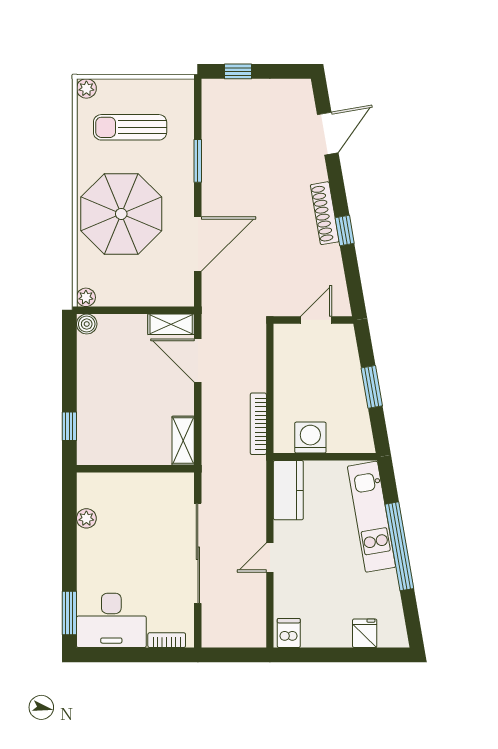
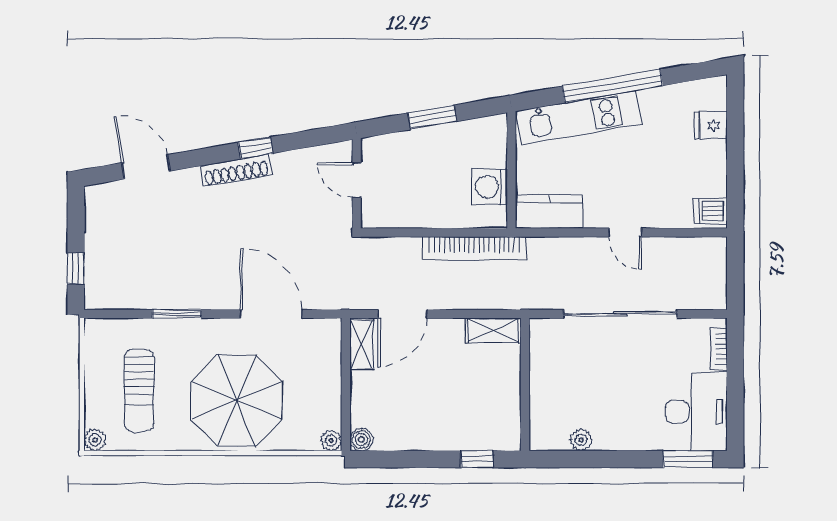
bookcase: (258, 424) -> (474, 248), width x1.48, depth x1.31

